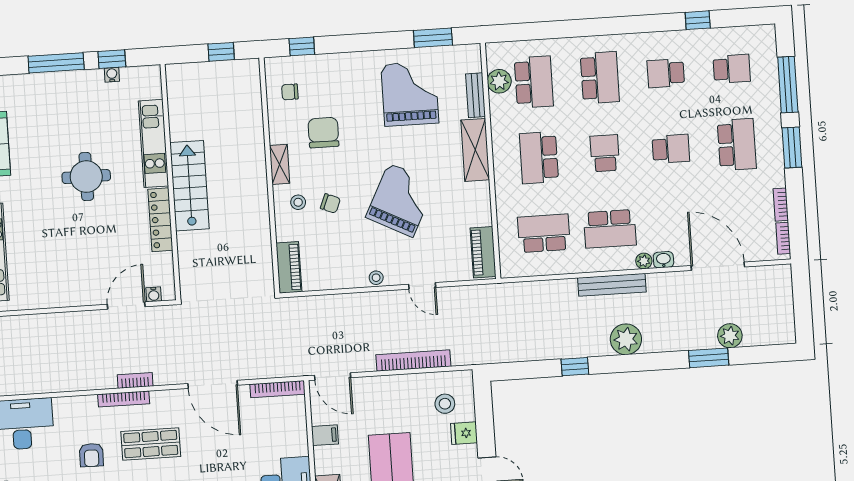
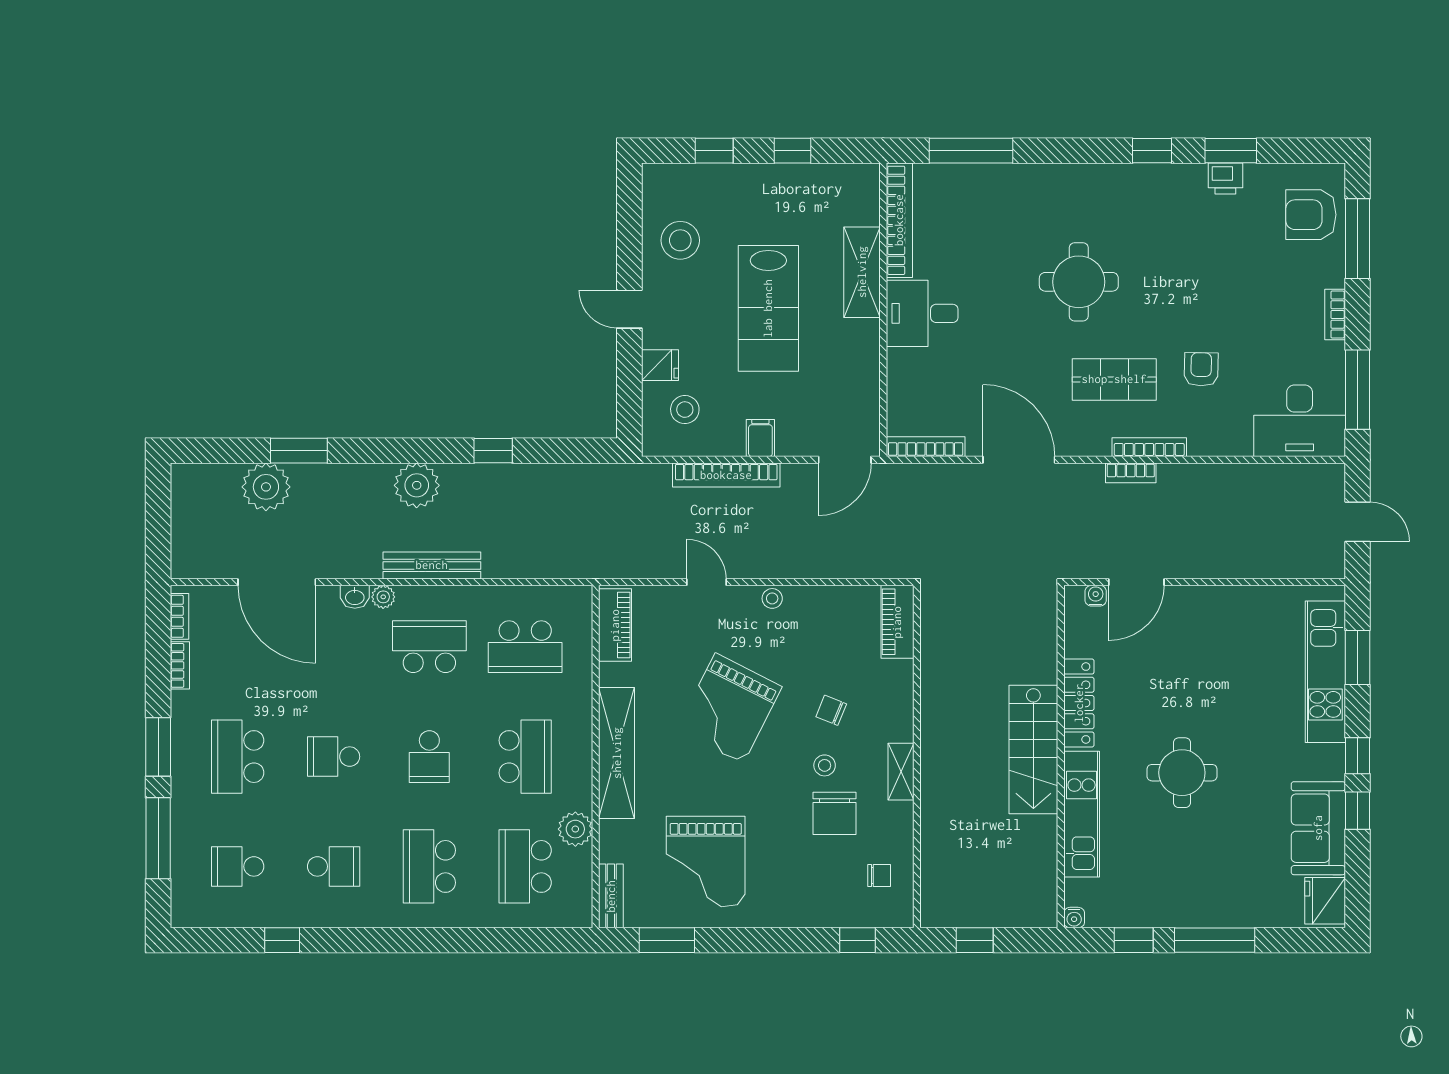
water cooler: (112, 75) -> (1074, 918), moved
plant: (499, 81) -> (575, 829), moved
bench: (475, 95) -> (611, 896), moved
shelving: (475, 150) -> (617, 753), width x1.47
stool: (298, 202) -> (825, 765), moved
plant: (730, 336) -> (266, 487), width x1.36, depth x1.36
door: (333, 376) -> (845, 460), swing flipped
filing cabinet: (325, 435) -> (760, 438), moved, turned 90

